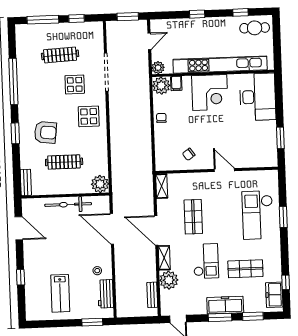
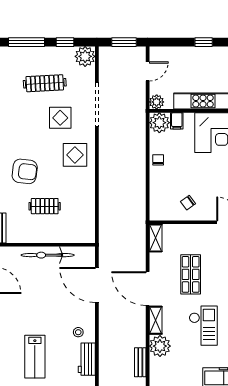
clothes rail: (64, 162) -> (45, 206), width x0.73
plant: (100, 184) -> (85, 56), moved

